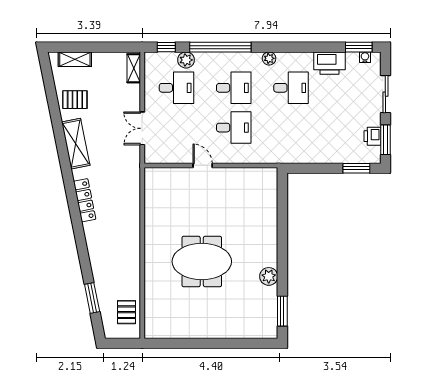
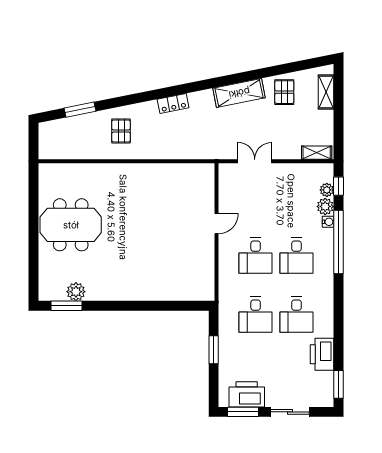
water cooler: (365, 57) -> (328, 222), moved
plant: (269, 58) -> (327, 190), moved
desk: (176, 88) -> (256, 315), moved
printer: (372, 136) -> (247, 394), width x1.87, depth x1.48
window: (356, 168) -> (214, 350), moved
locker: (85, 200) -> (173, 104), width x0.66
meeting table: (202, 261) -> (71, 225), moved, turned 90
plant: (269, 276) -> (76, 292), moved
pallet: (127, 312) -> (121, 131), moved, turned 90

